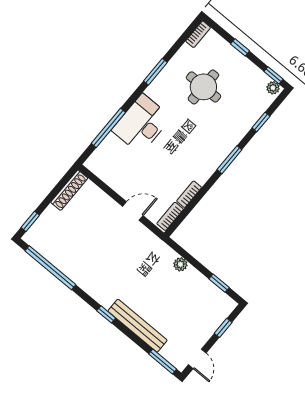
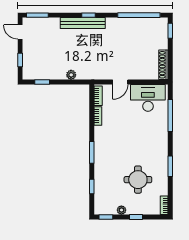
plant: (273, 88) -> (121, 210), moved
desk: (142, 124) -> (148, 98), moved, turned -90
bench: (137, 326) -> (83, 23), moved

